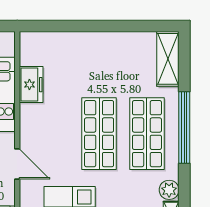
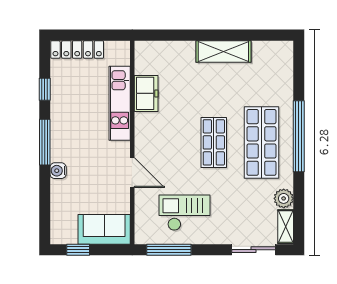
shelving: (168, 59) -> (223, 51), moved, turned 90
shop shelf: (99, 134) -> (214, 142), width x0.70, depth x0.74

